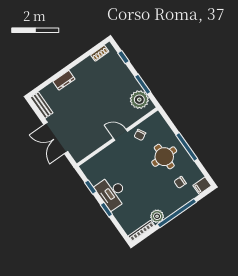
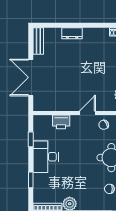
door: (120, 135) -> (87, 113), hinge flipped
printer: (105, 156) -> (61, 122), added
window: (106, 210) -> (31, 180), moved

